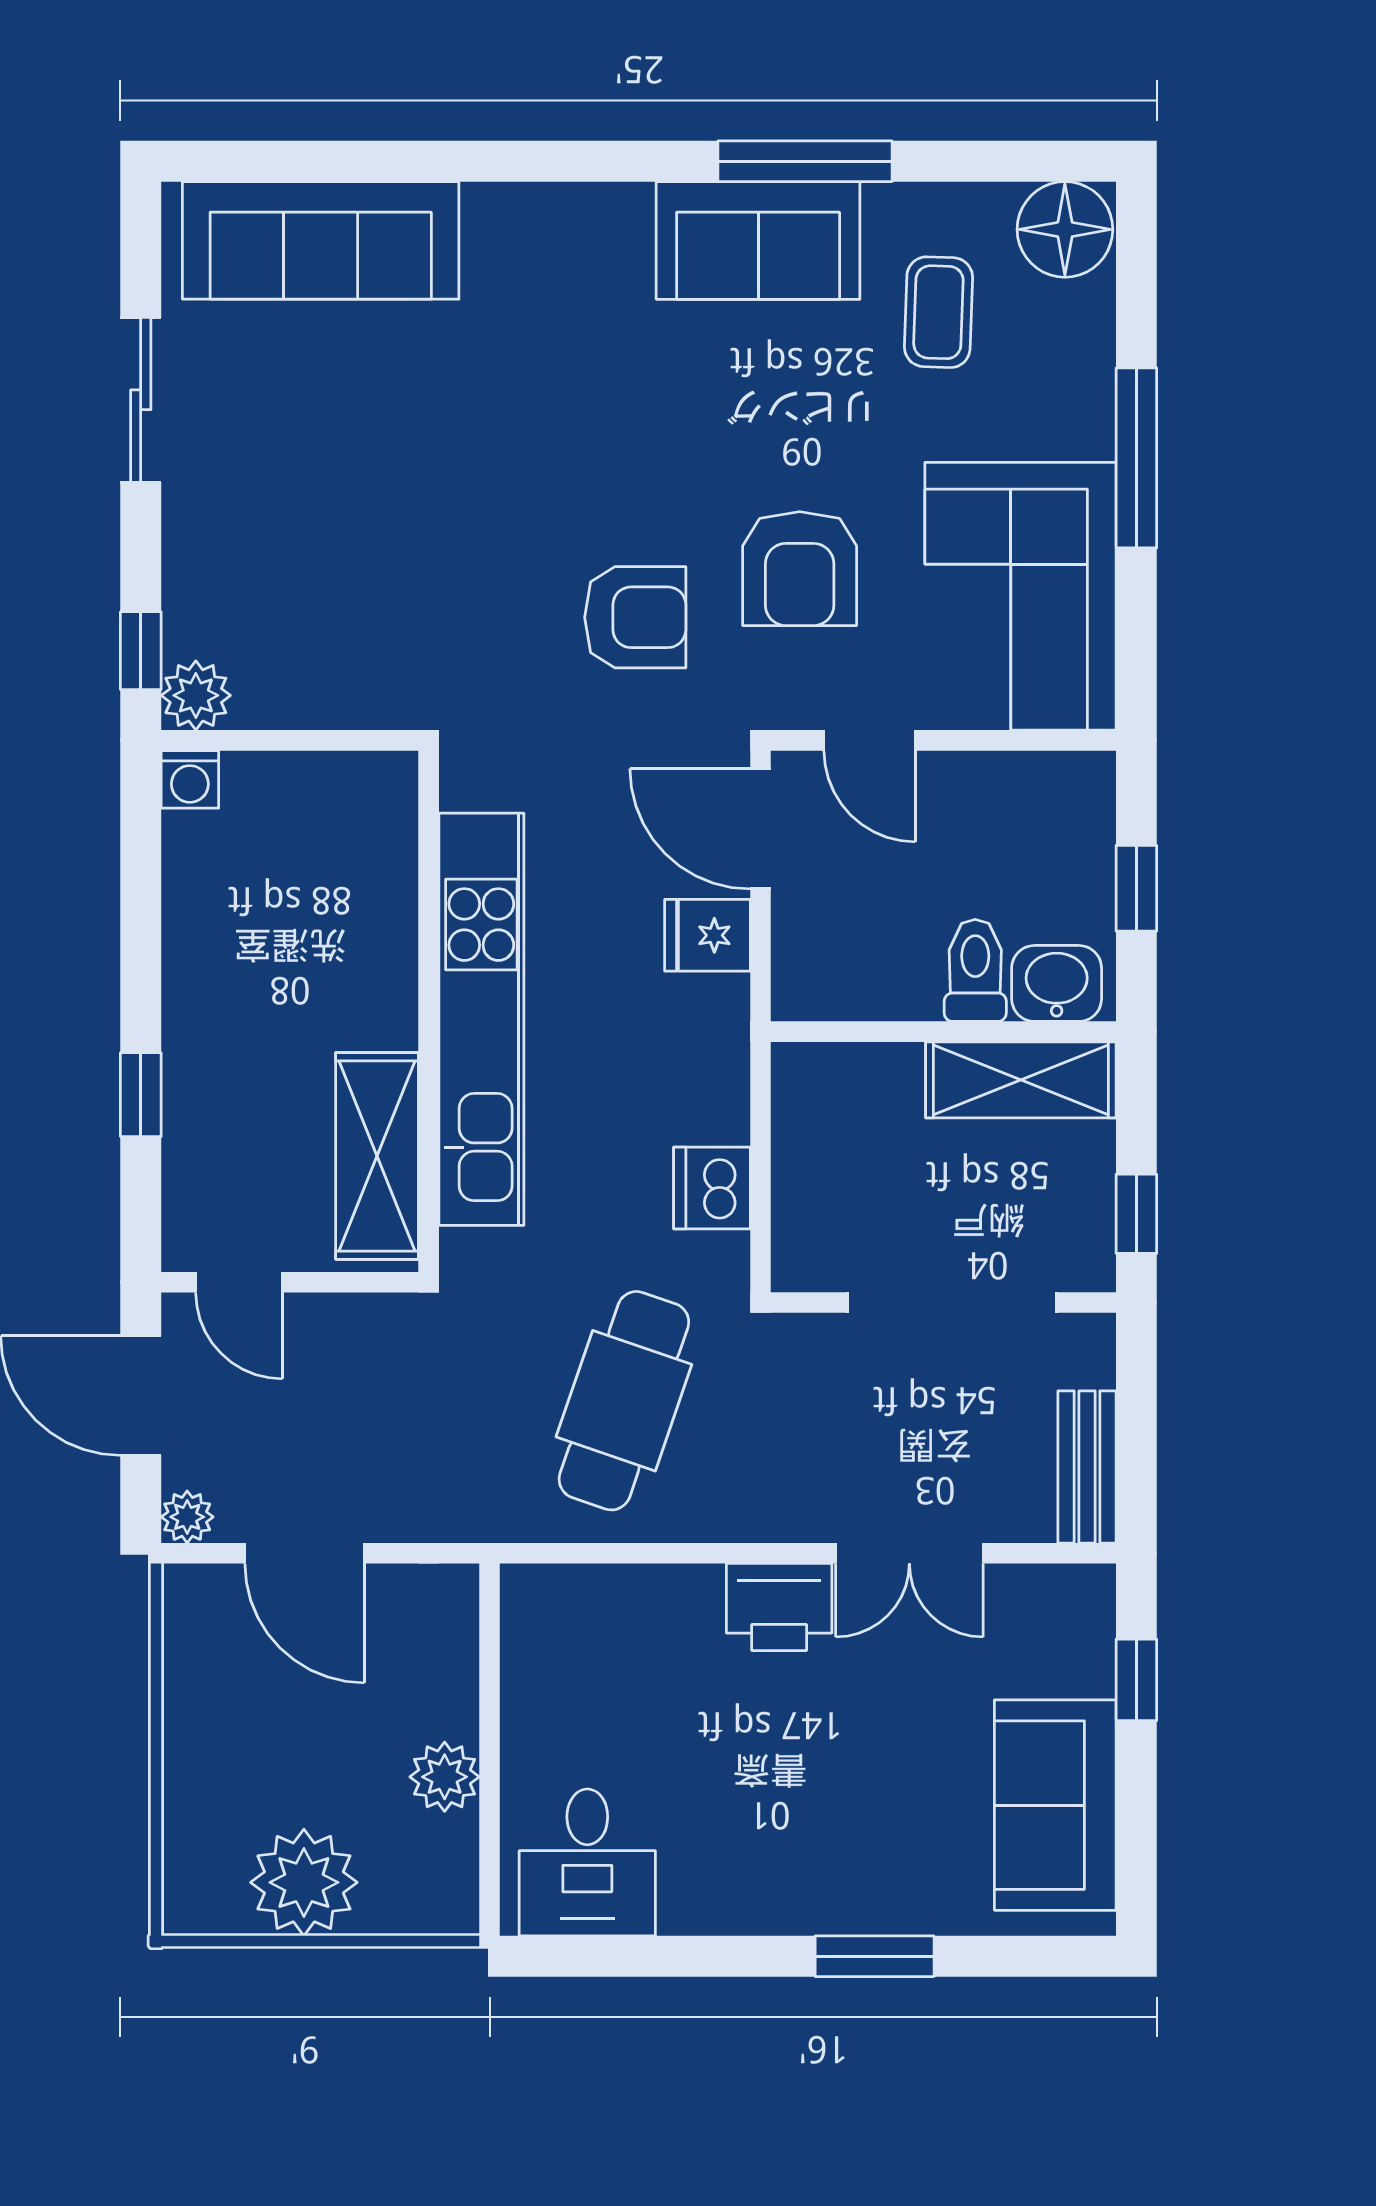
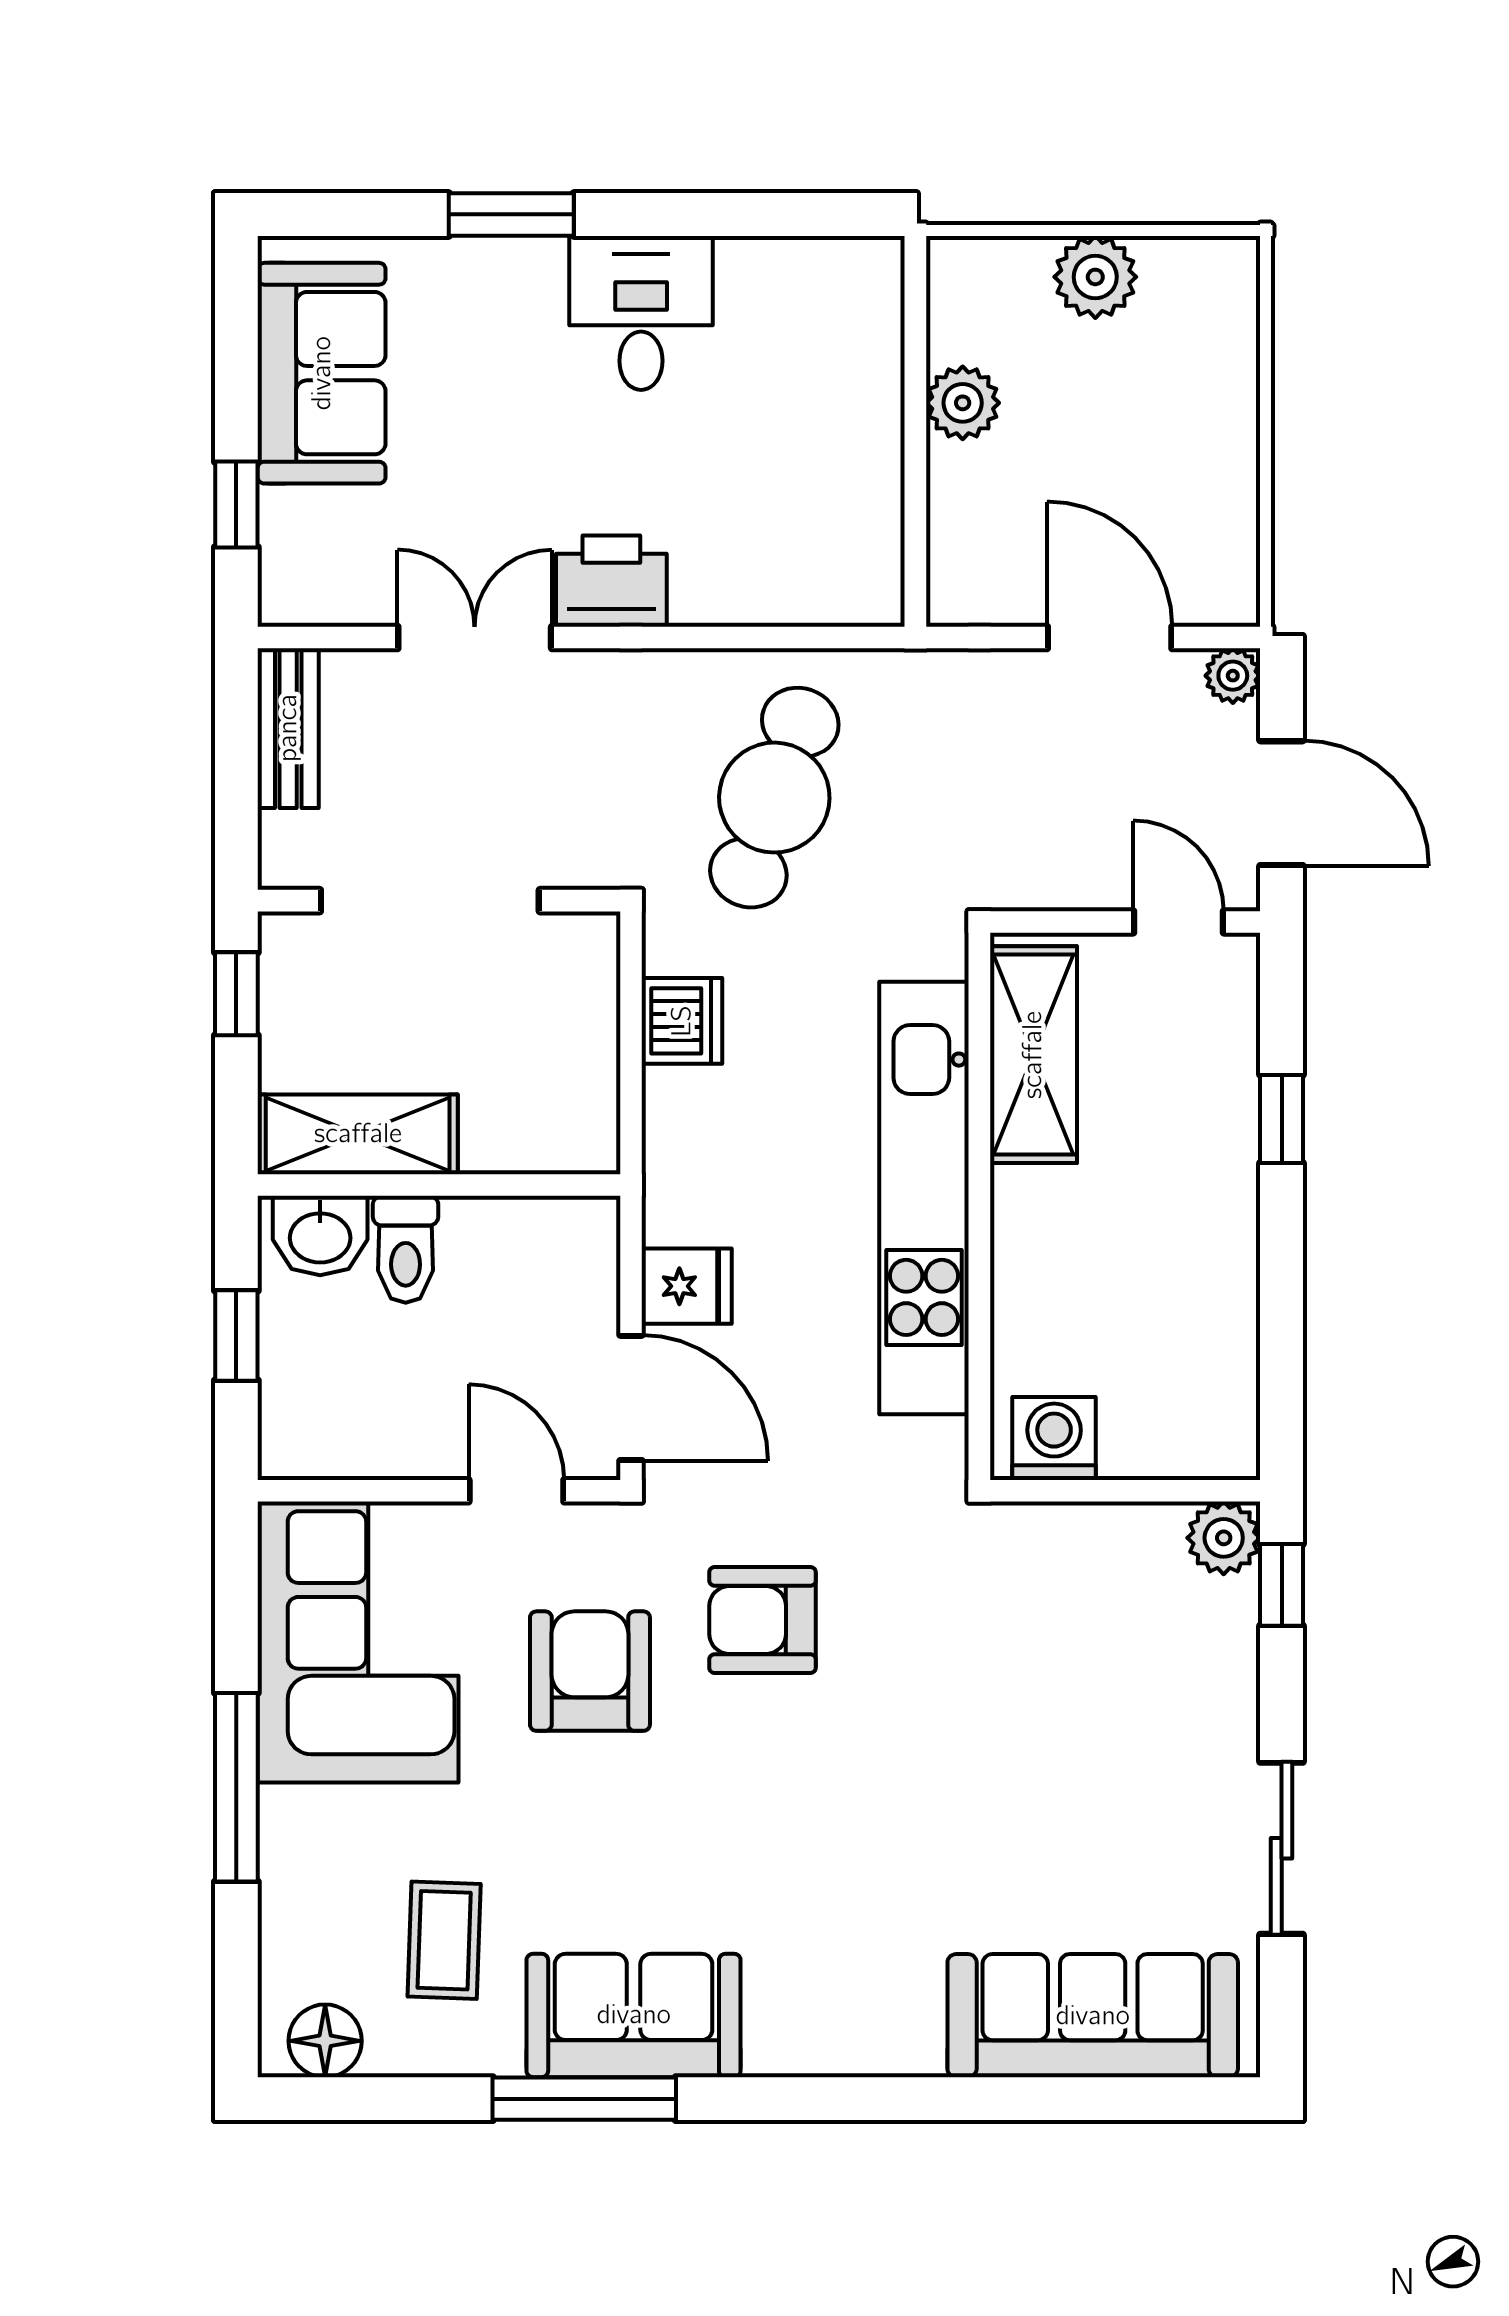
floor lamp: (1065, 229) -> (325, 2041), width x0.73, depth x0.73
washing machine: (190, 779) -> (1054, 1438), moved, width x1.38, depth x1.38
desk: (587, 1862) -> (641, 313), moved
plant: (304, 1882) -> (1095, 277), width x0.73, depth x0.73

